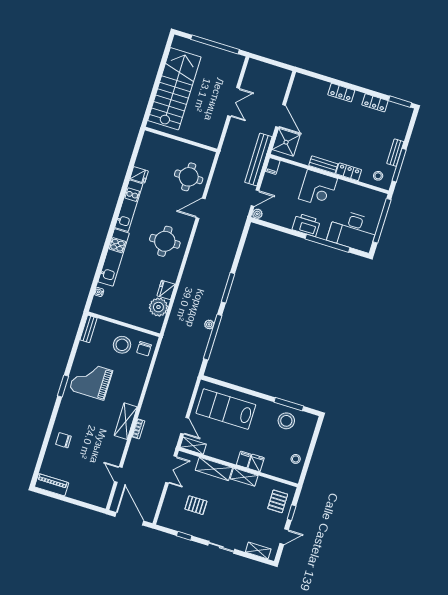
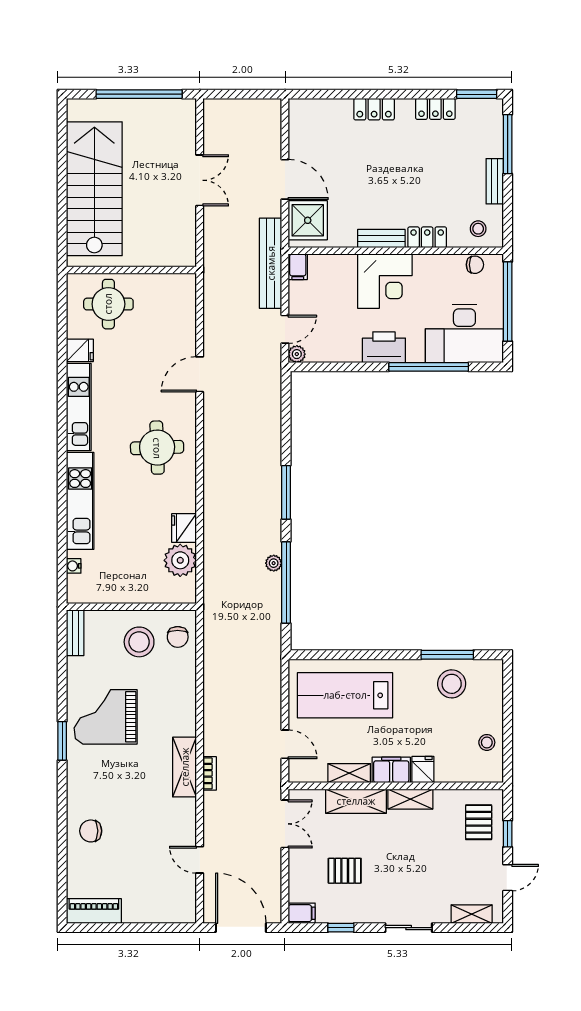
window: (399, 165) -> (508, 144), moved
round table: (189, 177) -> (108, 304), moved
chair: (370, 195) -> (475, 265), added
shelving: (193, 446) -> (349, 773), moved
filing cabinet: (244, 459) -> (391, 770), width x2.00
filing cabinet: (165, 521) -> (302, 913), added

